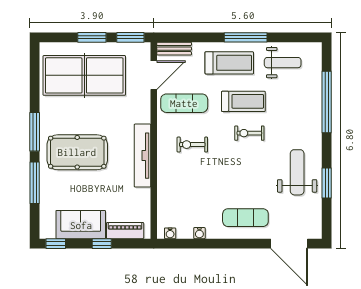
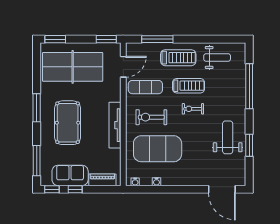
window: (92, 37) -> (55, 39), moved
window: (246, 37) -> (157, 39), moved
bench: (174, 49) -> (138, 47), removed
exercise bike: (192, 145) -> (151, 117), width x1.38, depth x1.39
pool table: (77, 152) -> (68, 123), turned 90
window: (35, 183) -> (37, 161), moved
exercise mat: (245, 218) -> (158, 149), moved, width x2.00, depth x1.45
window: (102, 244) -> (75, 189), moved

